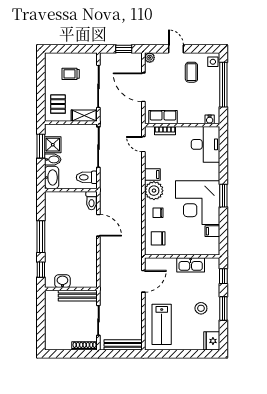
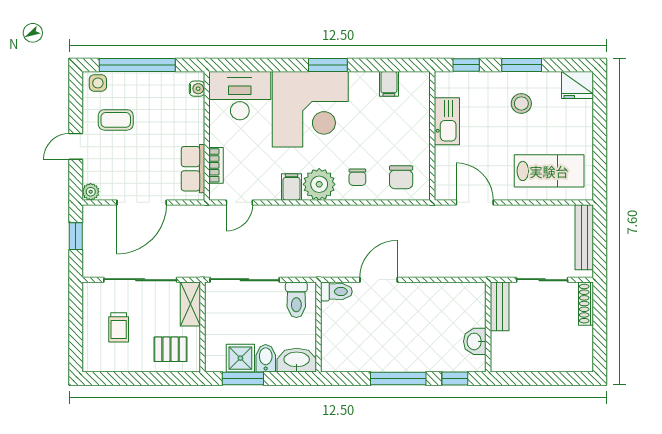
corner desk: (198, 203) -> (310, 109), moved
bench: (78, 296) -> (500, 306), width x0.73

